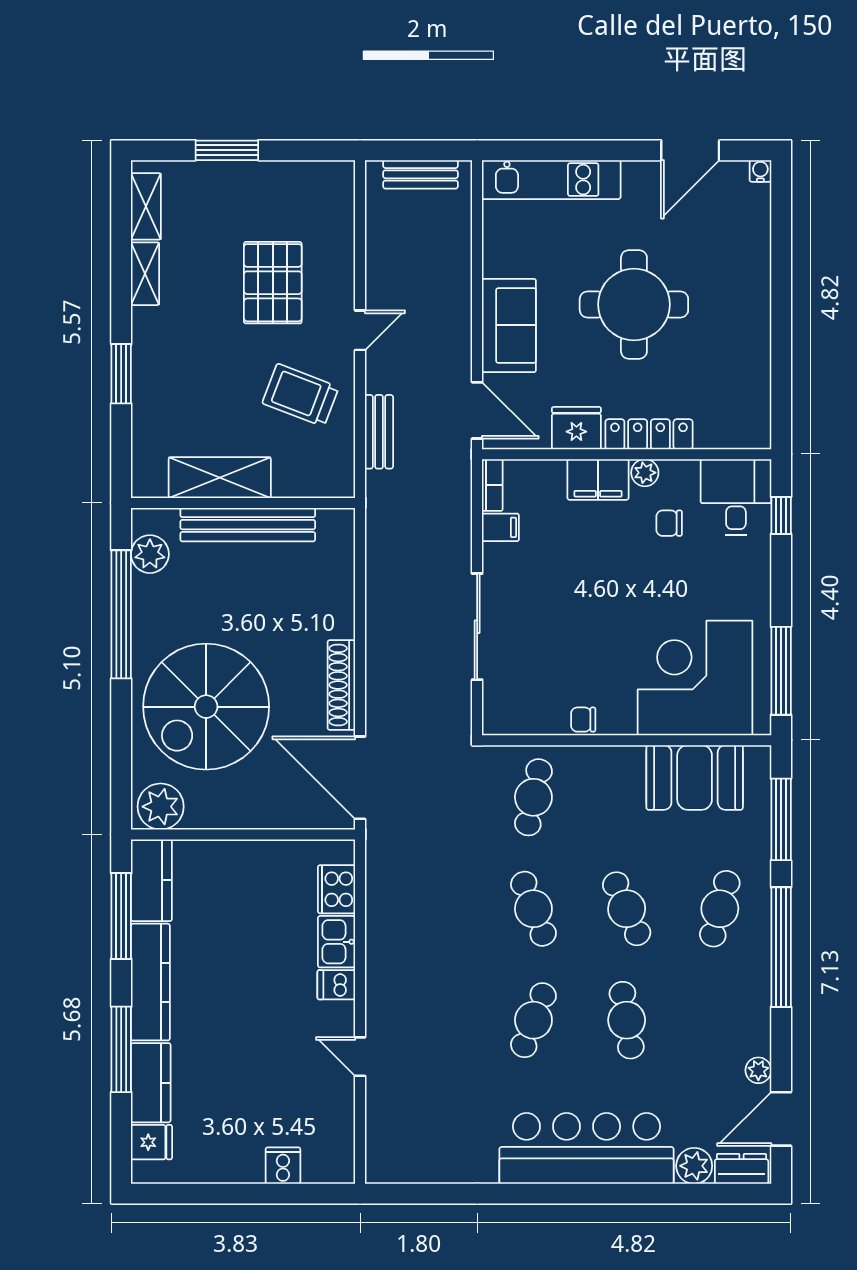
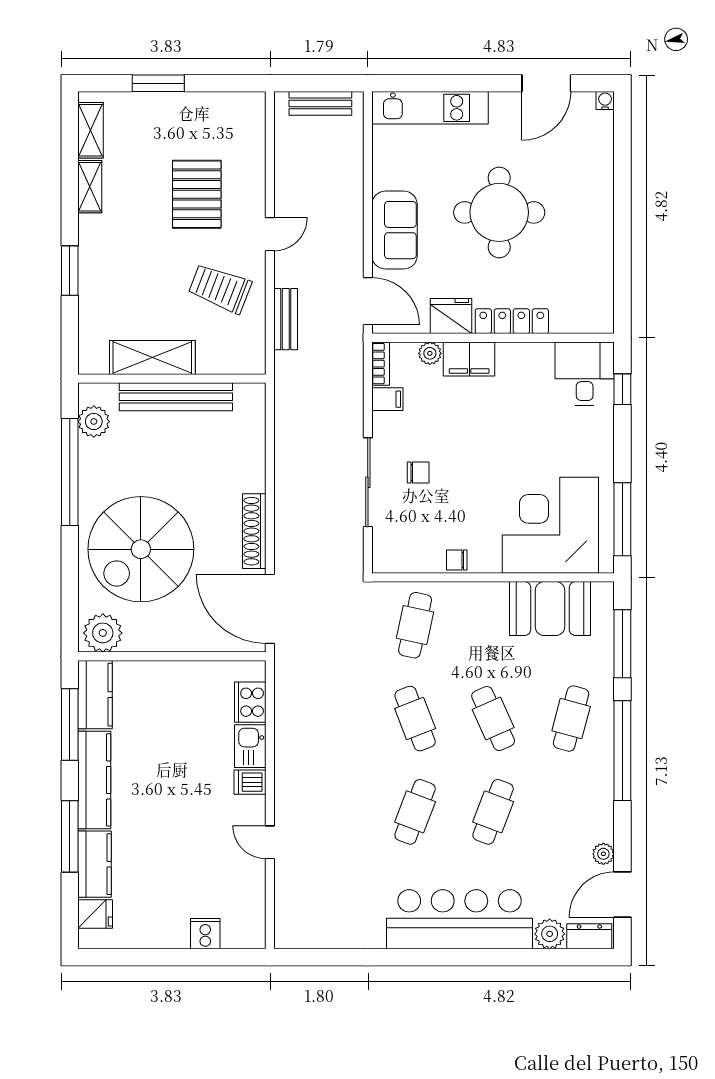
plant: (645, 473) -> (430, 353), moved
chair: (669, 523) -> (418, 472), moved, turned 180
cafe table: (627, 1020) -> (493, 812), turned 30

